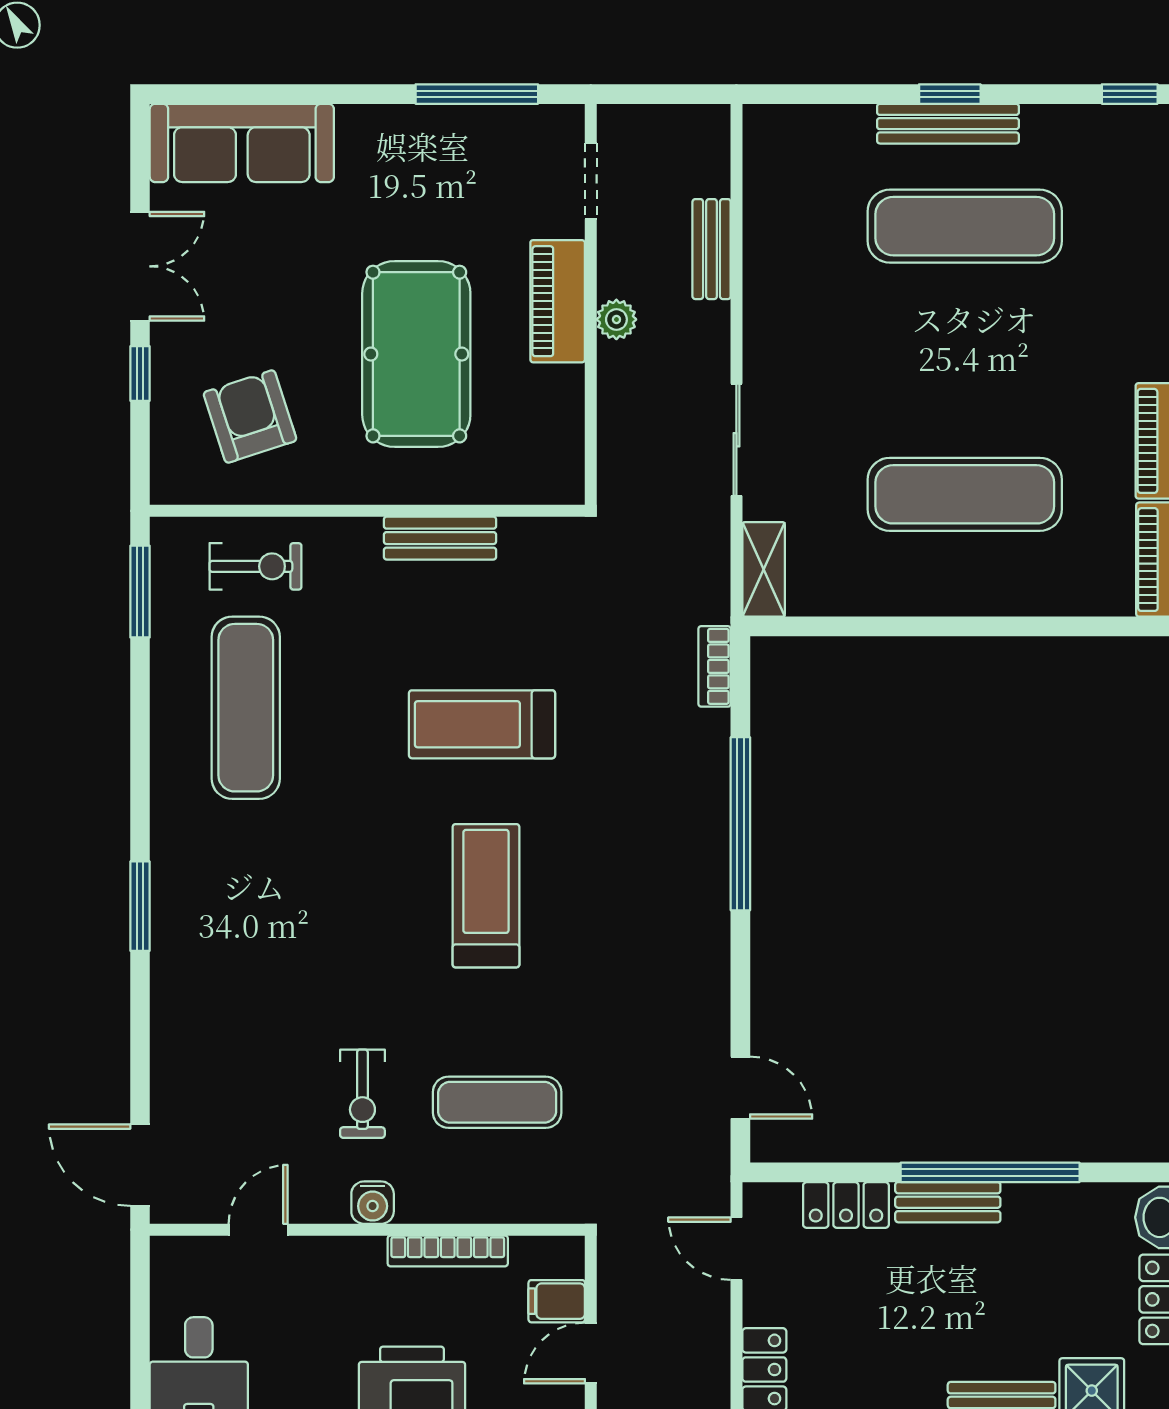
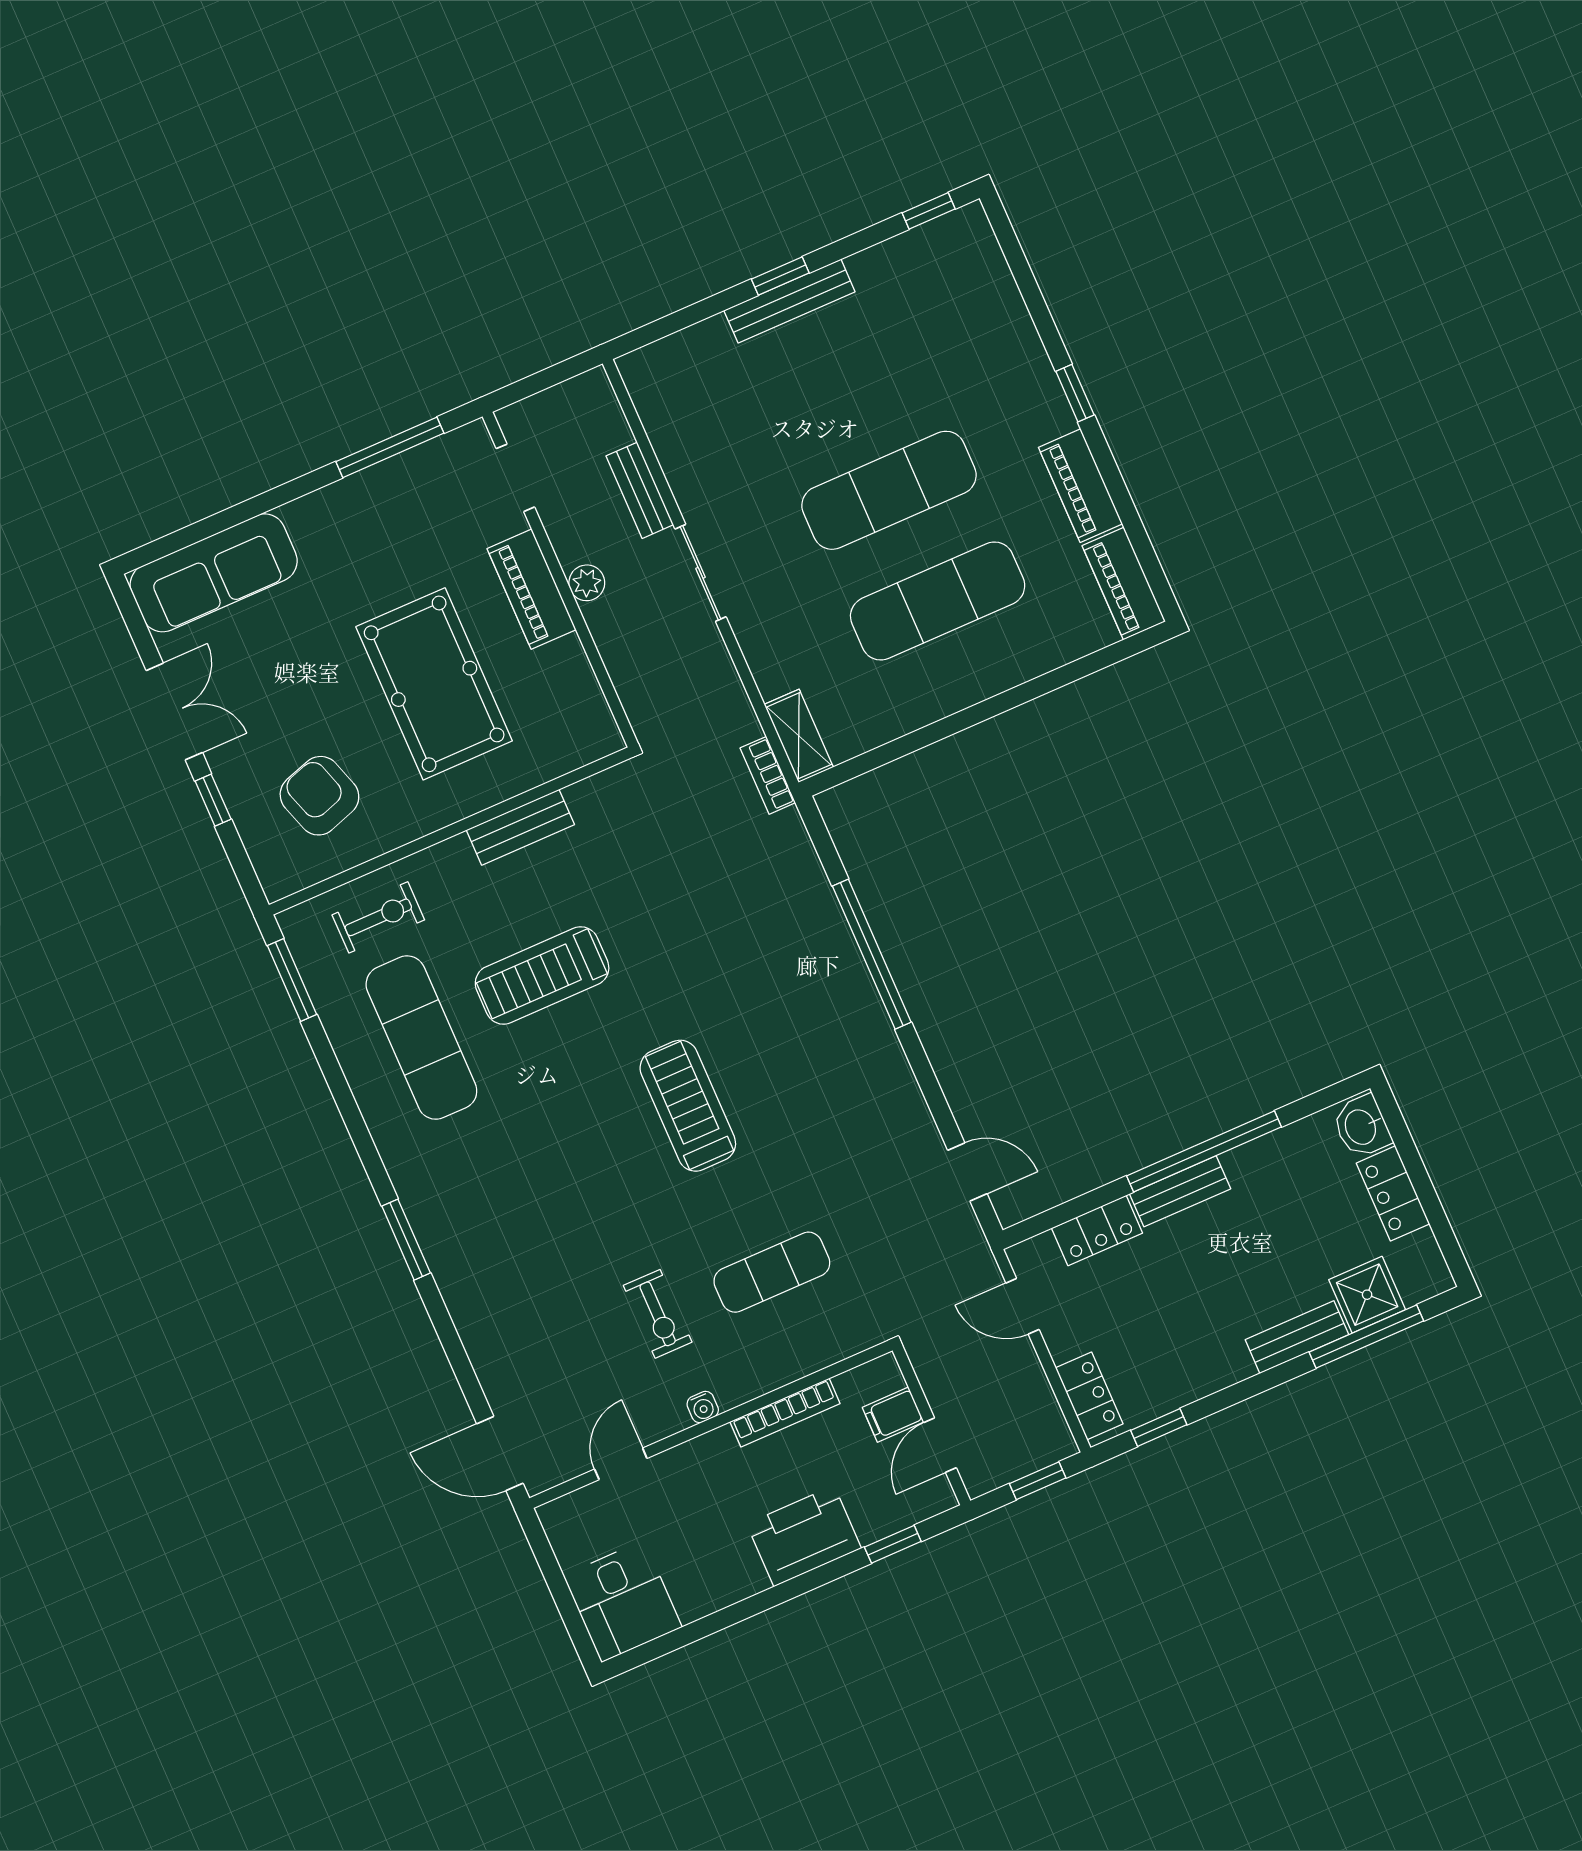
exercise mat: (965, 226) -> (889, 490), moved
sliding door: (736, 440) -> (701, 573), moved
bookcase: (715, 666) -> (768, 775), moved
treadmill: (482, 724) -> (542, 975), moved
water cooler: (373, 1203) -> (703, 1407), width x0.72, depth x0.72

